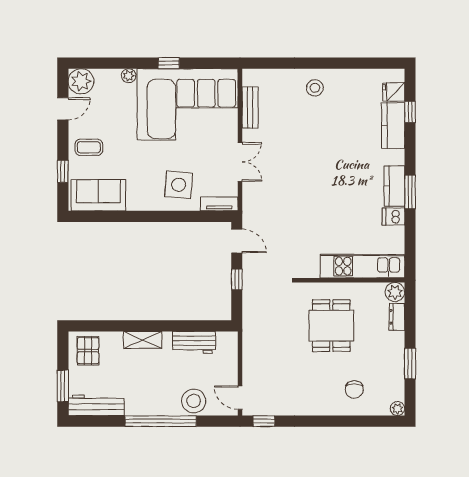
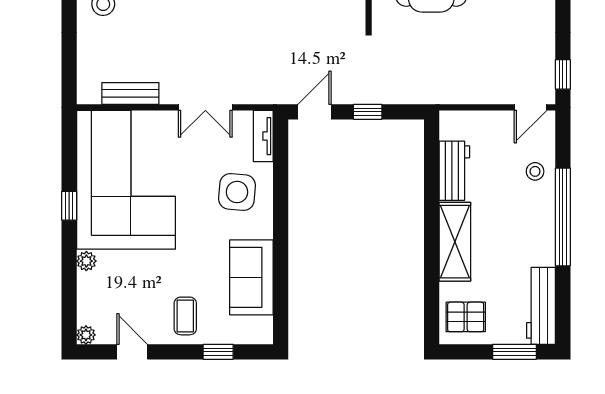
plant: (81, 81) -> (86, 335), width x0.53, depth x0.53
double door: (240, 162) -> (205, 107), swing flipped
sofa: (98, 195) -> (251, 277), moved
shelving: (143, 340) -> (455, 242), width x1.50, depth x1.33
stool: (194, 401) -> (535, 171), width x0.53, depth x0.53

